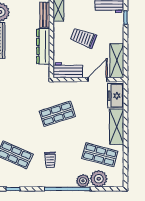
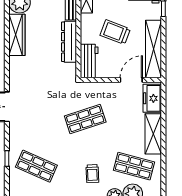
shelving: (117, 61) -> (154, 49), width x1.47
workbench: (68, 70) -> (89, 61), moved, turned 90
trolley: (50, 160) -> (92, 174), moved

